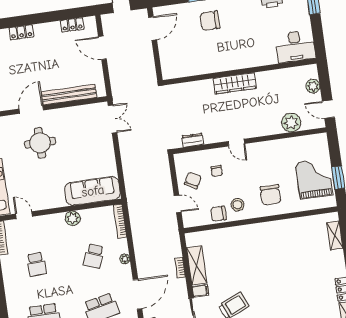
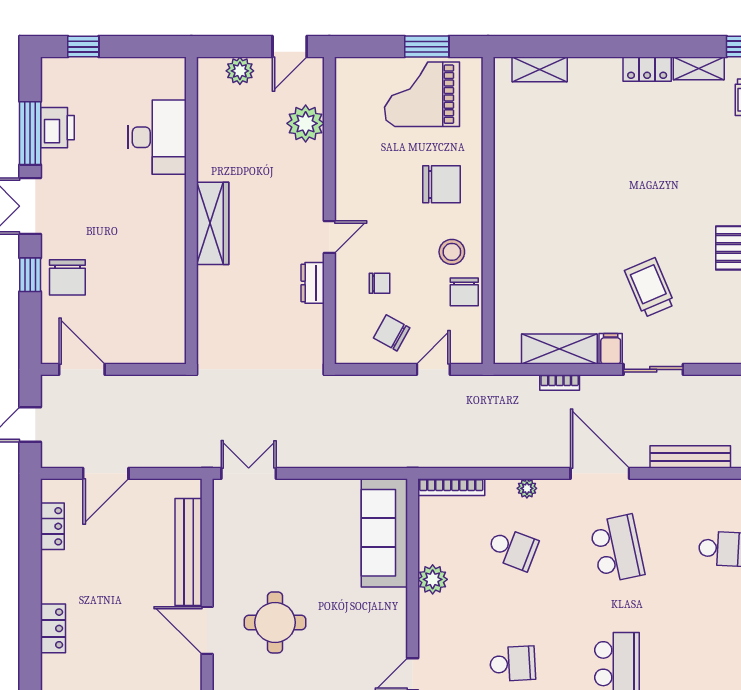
chair: (210, 21) -> (67, 277), moved
desk: (295, 46) -> (157, 137), moved
dresser: (193, 140) -> (313, 283), moved

